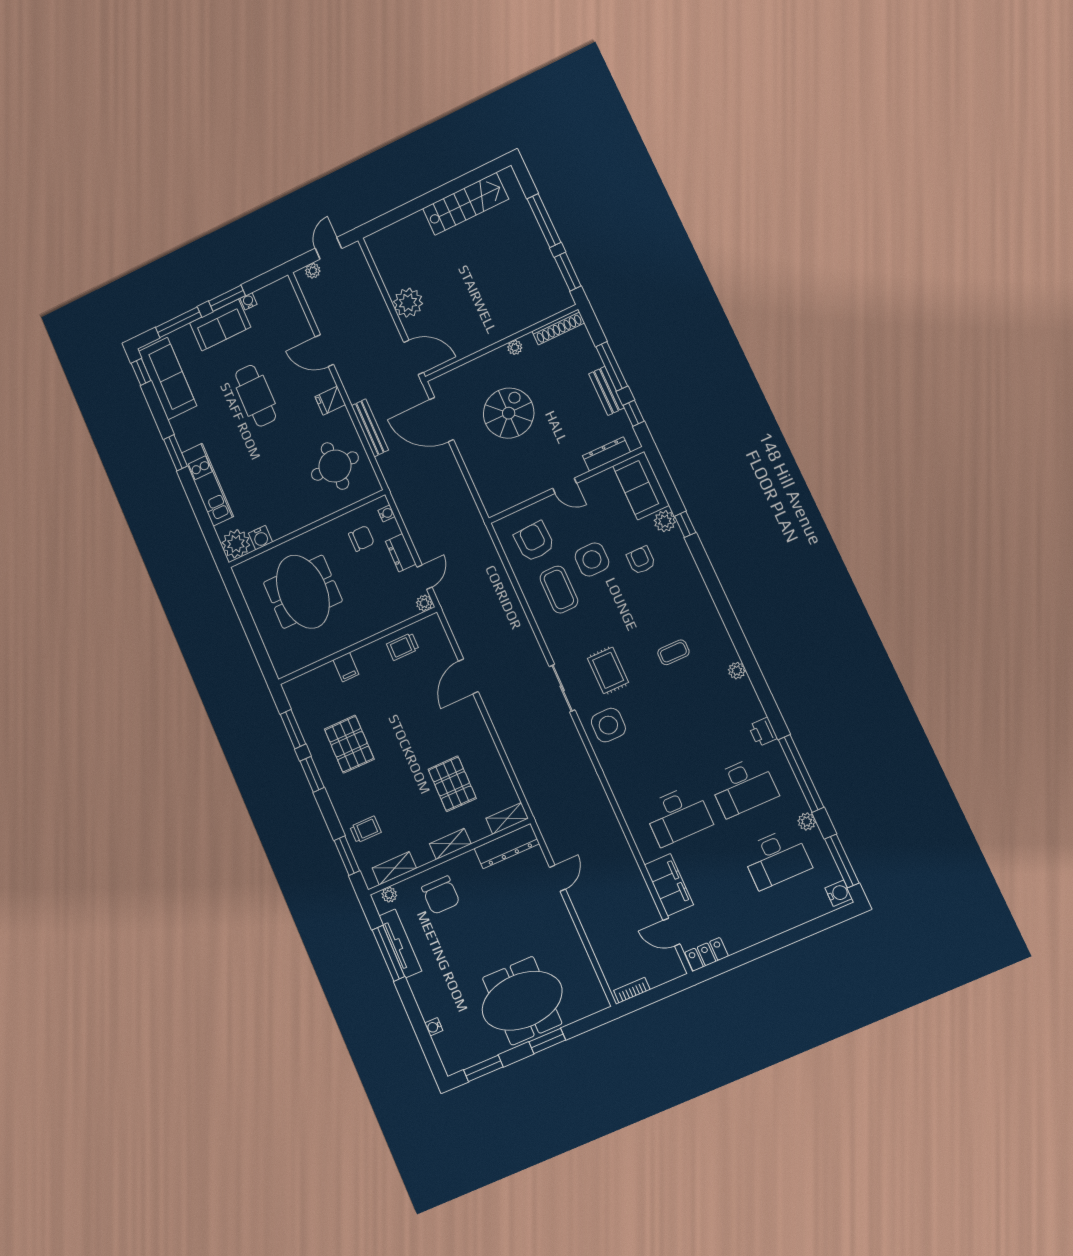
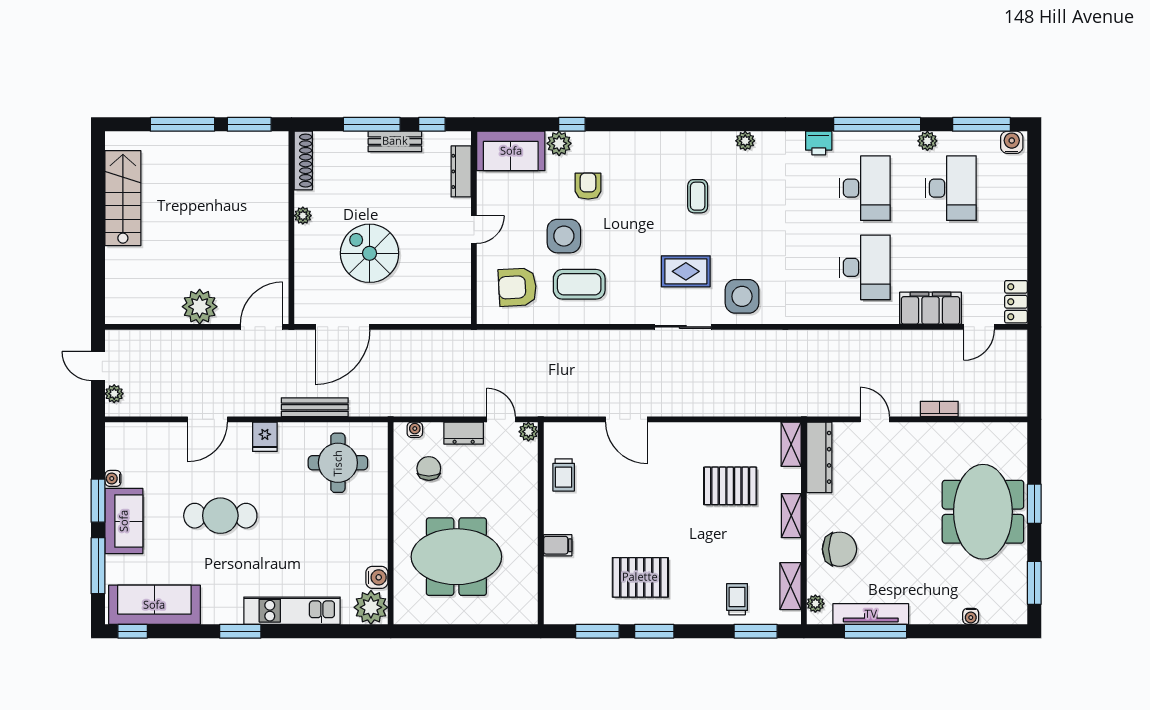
armchair: (641, 560) -> (588, 186), turned 90
bookcase: (632, 990) -> (939, 409), moved, turned 90

